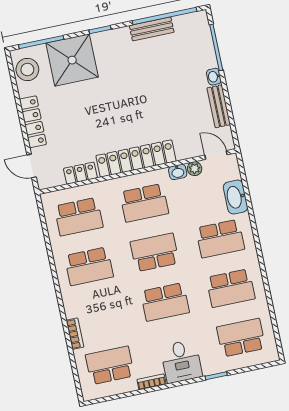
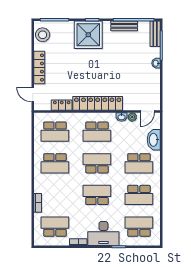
shower: (72, 60) -> (88, 35), moved
bench: (219, 106) -> (155, 34), moved
door: (216, 155) -> (147, 111), swing flipped
school desk: (165, 302) -> (97, 195), turned 180
desk: (181, 361) -> (103, 233), width x1.37

